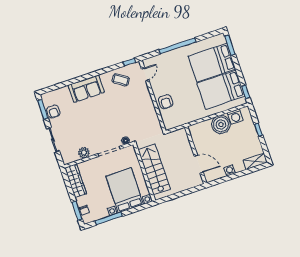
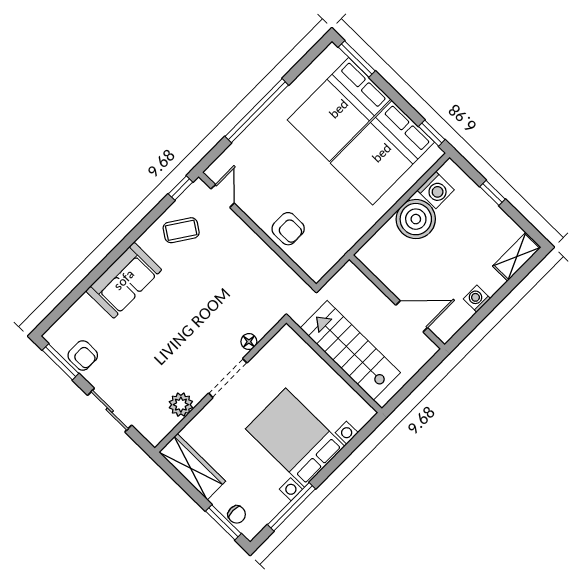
stairs: (154, 169) -> (350, 350), moved
wall: (144, 172) -> (334, 366), moved

